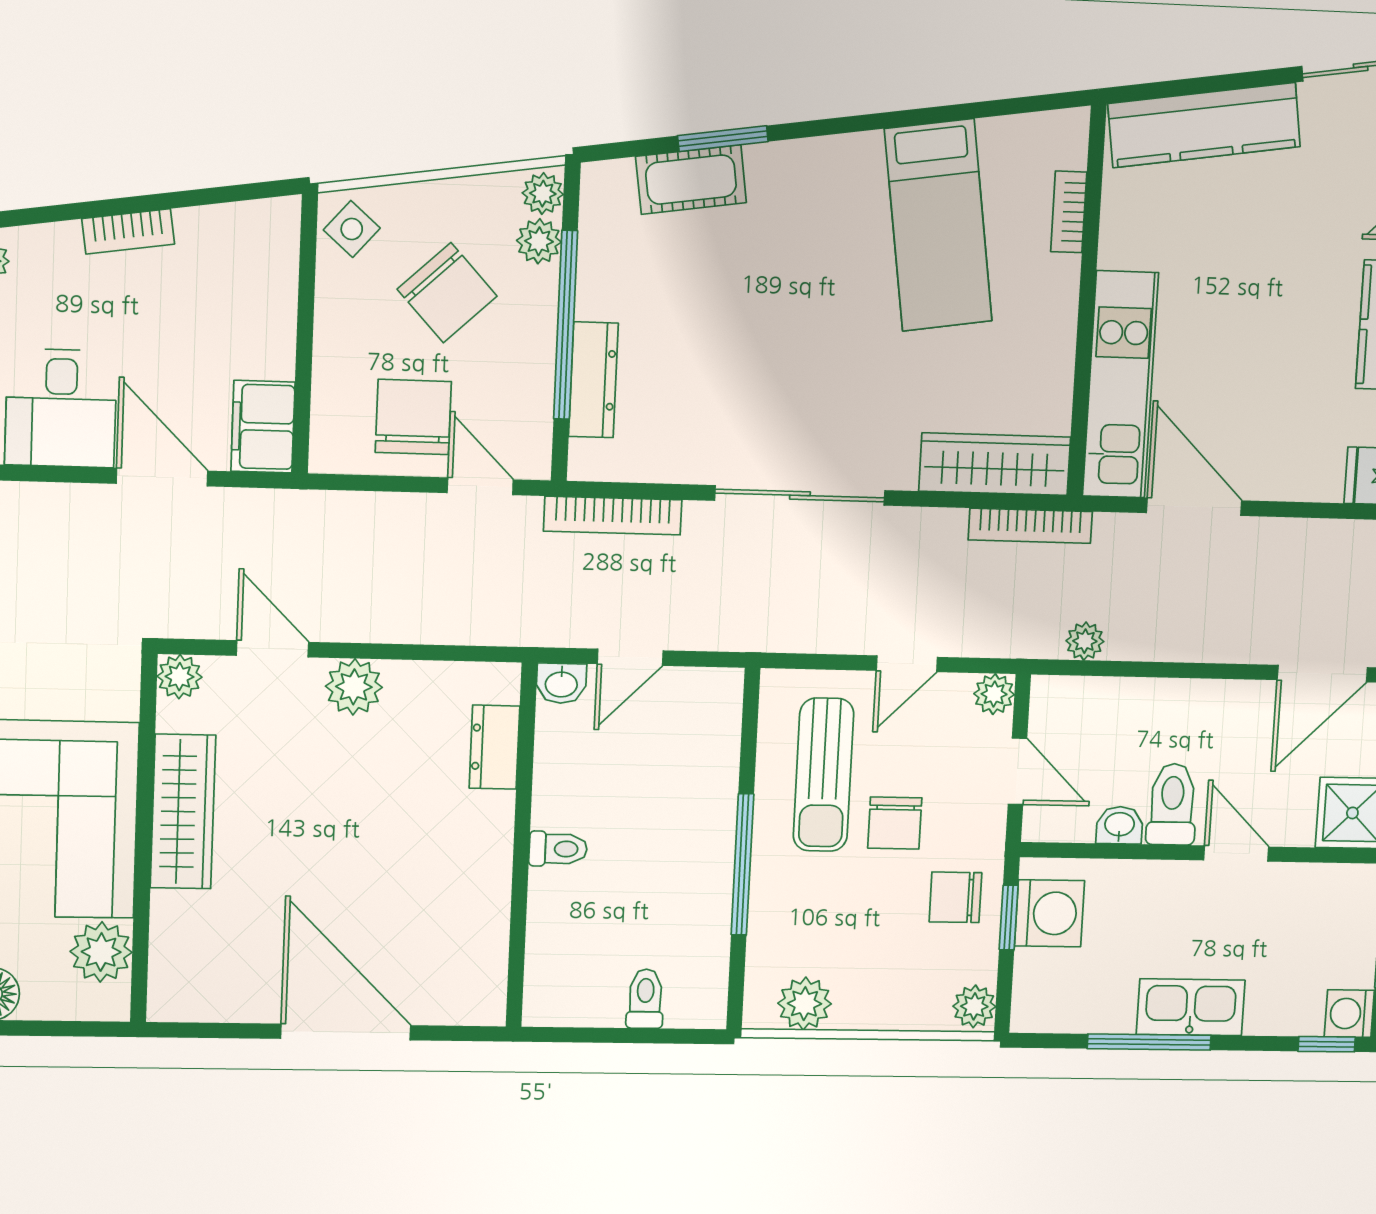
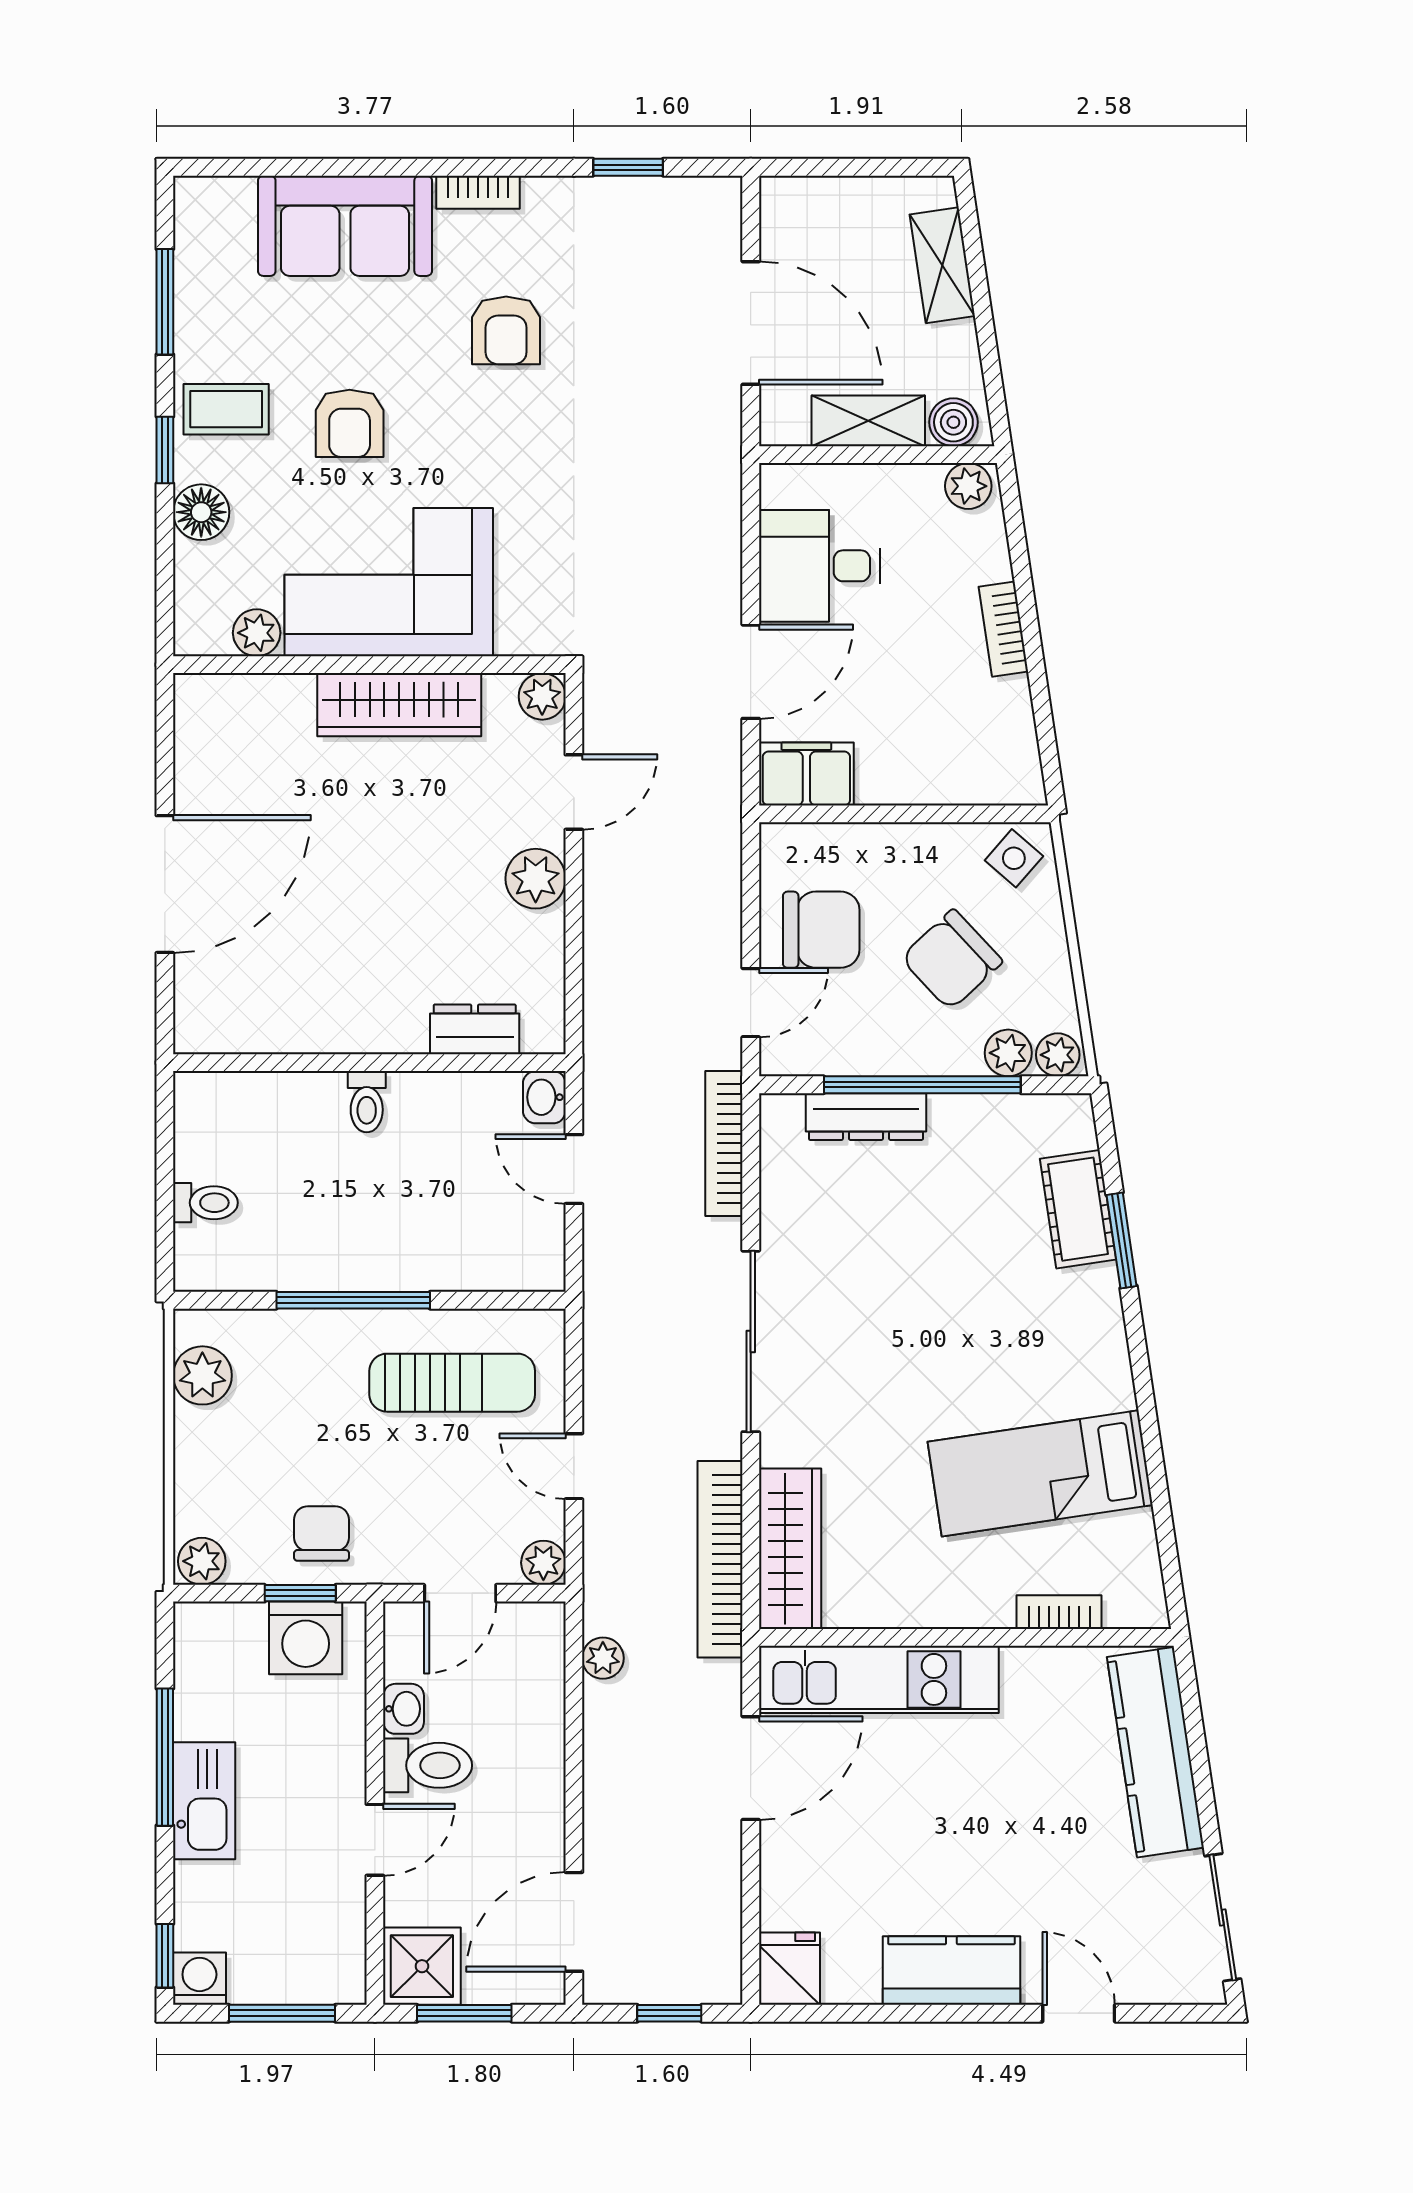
bookcase: (1030, 526) -> (720, 1559), width x1.48, depth x1.31
door: (1322, 674) -> (574, 1922), hinge flipped
sun lounger: (823, 775) -> (452, 1383), turned 180
chair: (895, 823) -> (401, 1463), removed
plant: (101, 952) -> (257, 633), width x0.73, depth x0.73

